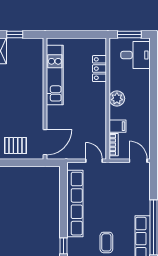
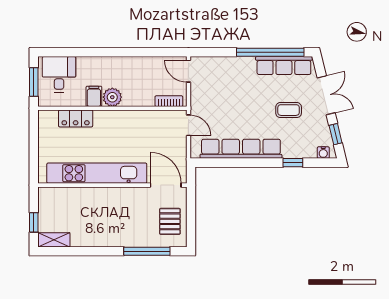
kitchen unit: (55, 75) -> (97, 173), width x1.36
filing cabinet: (118, 126) -> (94, 96), moved
door: (94, 161) -> (188, 125), swing flipped
door: (138, 161) -> (188, 71), hinge flipped

